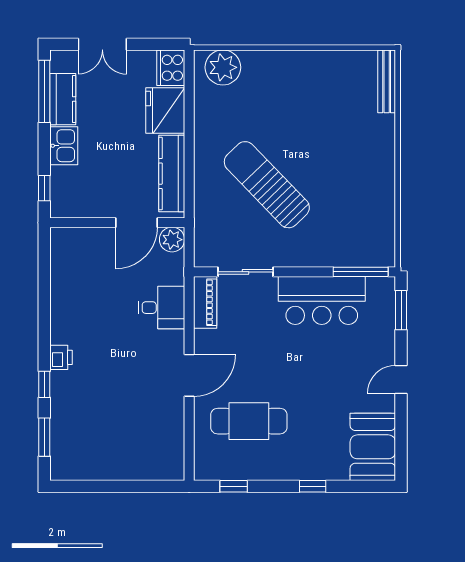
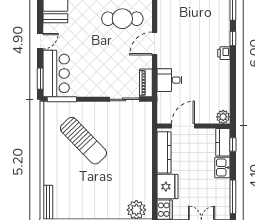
kitchen counter: (63, 99) -> (223, 142), moved
sun lounger: (267, 185) -> (83, 141), moved
plant: (172, 240) -> (223, 117), moved
bar counter: (322, 300) -> (56, 73), moved, turned 90

